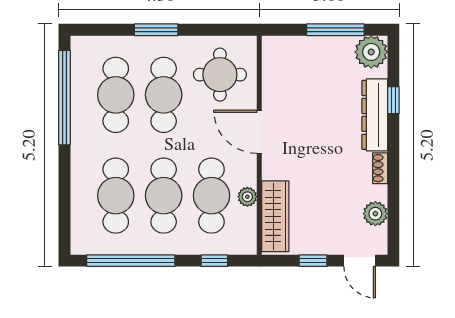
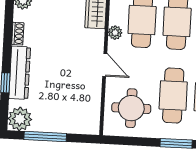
door: (259, 132) -> (105, 65), width x0.73
plant: (247, 197) -> (115, 33), moved

